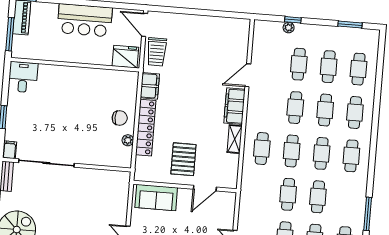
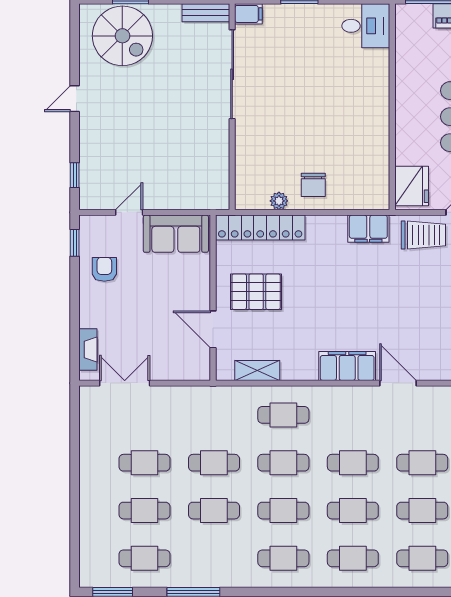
trolley: (157, 52) -> (423, 235), turned 180
locker: (146, 128) -> (260, 228), moved
shelving: (235, 139) -> (257, 370), moved
sofa: (156, 198) -> (176, 234), moved, turned -90

